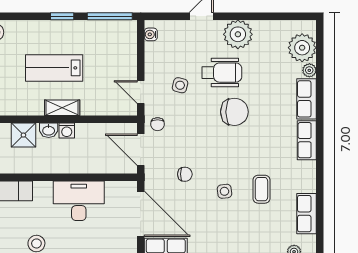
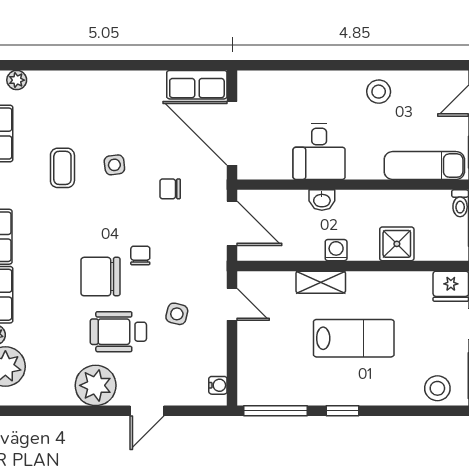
shelving: (62, 108) -> (321, 282), moved
chair: (158, 124) -> (140, 255), moved
washbasin: (49, 130) -> (322, 200), moved, turned 180
desk: (79, 201) -> (319, 152), width x0.73

